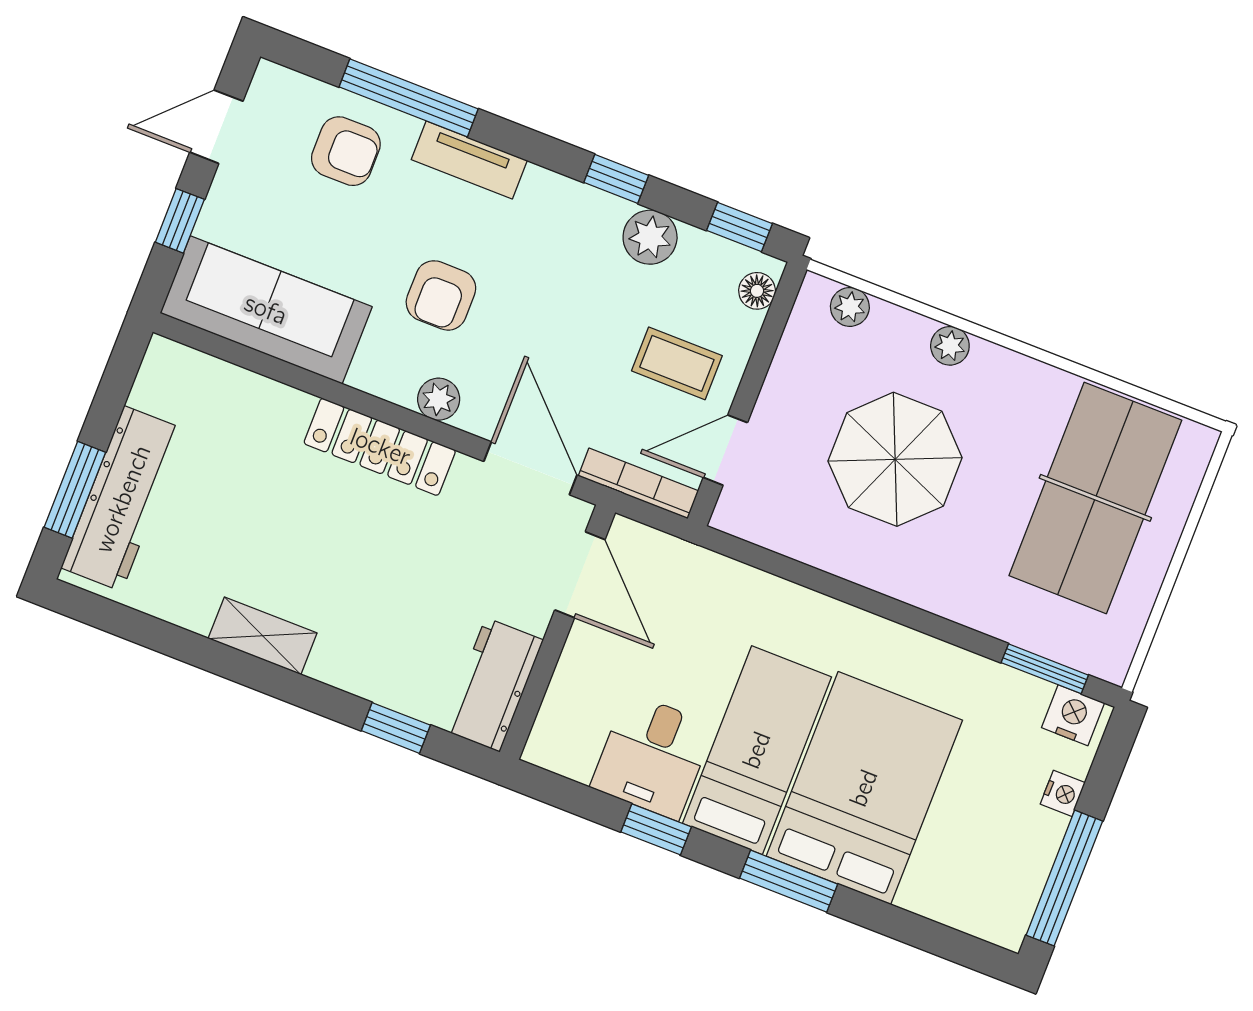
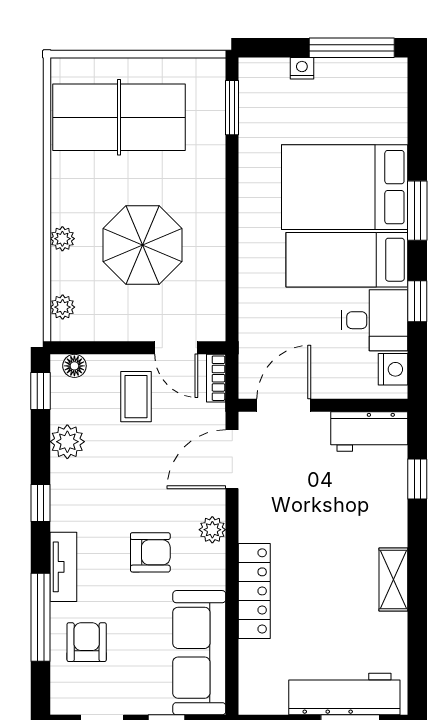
window: (616, 179) -> (41, 503), moved
locker: (380, 447) -> (254, 591), moved
bookcase: (638, 483) -> (216, 378), width x0.64
nightstand: (1073, 715) -> (393, 369), moved, turned 180

